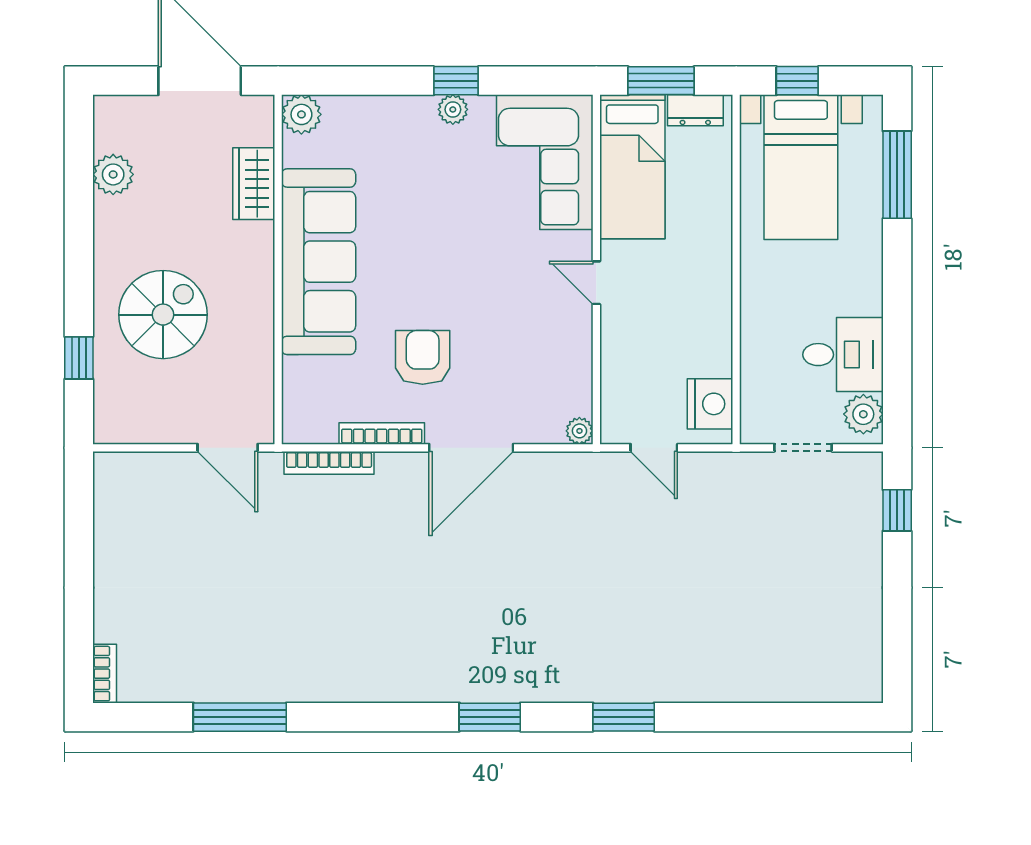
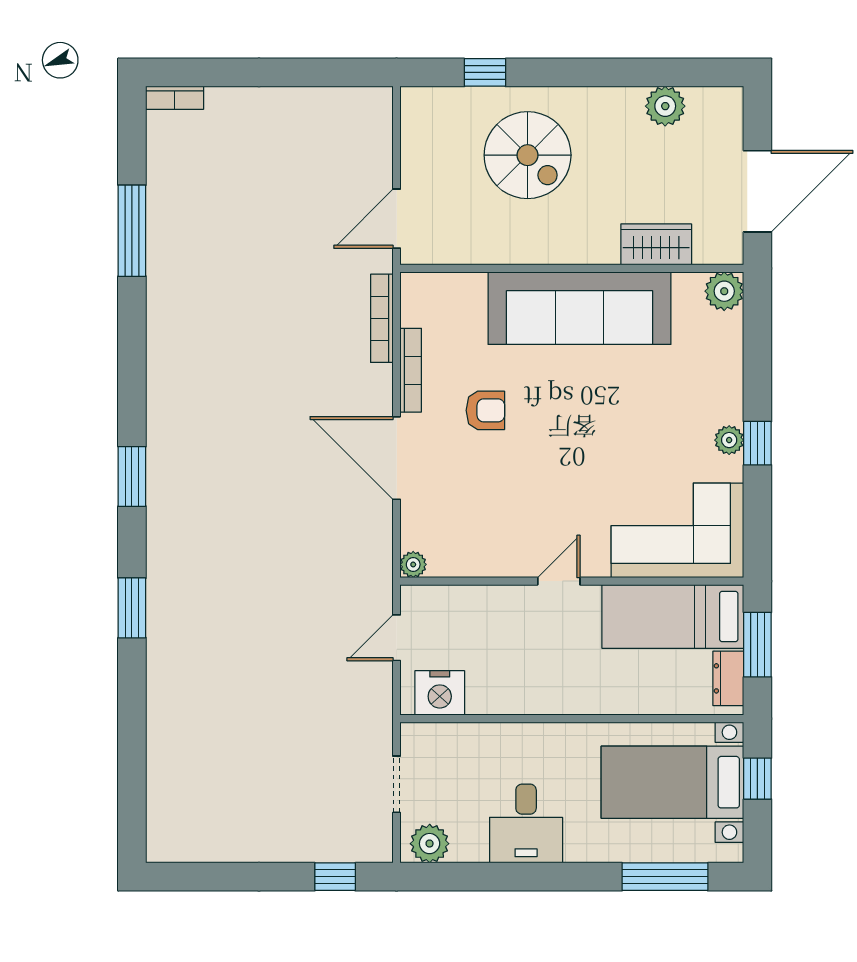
desk: (843, 355) -> (526, 824), moved
armchair: (423, 357) -> (485, 410), width x0.72, depth x0.72

